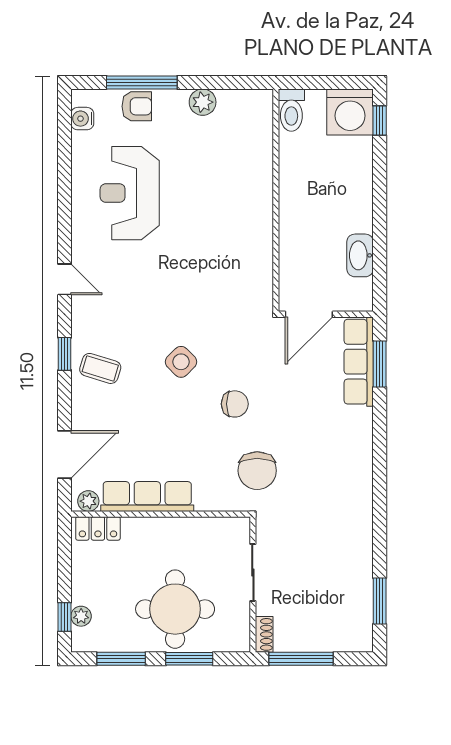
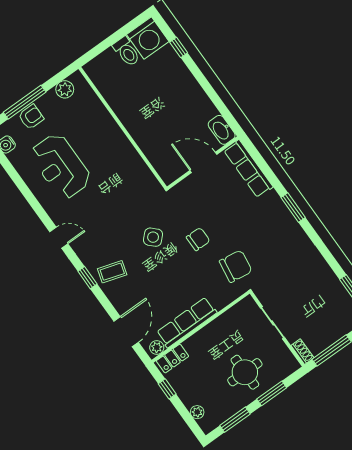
toilet: (291, 110) -> (127, 52), moved
window: (380, 121) -> (179, 48), moved
wall: (276, 200) -> (123, 128), moved
washbasin: (360, 255) -> (222, 130), moved
door: (309, 314) -> (203, 162), swing flipped
window: (380, 364) -> (293, 207), moved
chair: (257, 471) -> (236, 266), turned -82
round table: (175, 609) -> (245, 372), width x0.73, depth x0.73
window: (65, 617) -> (167, 389), moved

